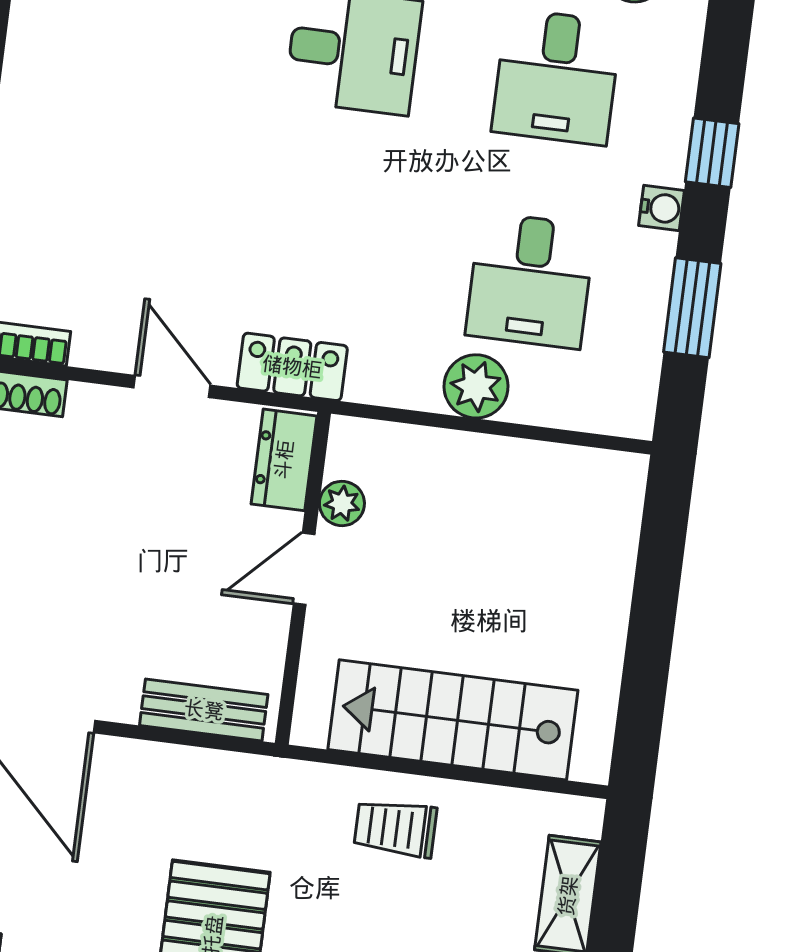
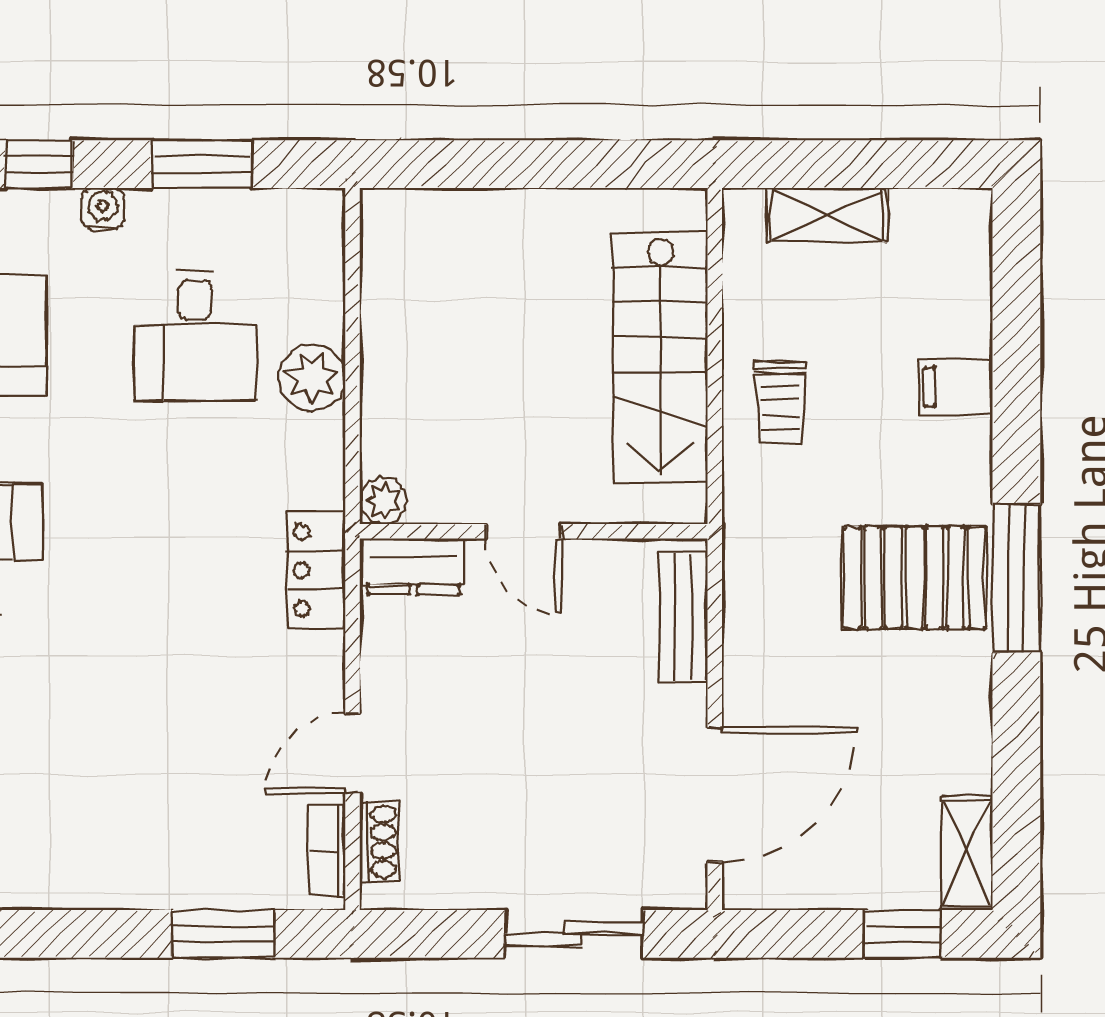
desk: (530, 280) -> (195, 335), turned 90
door: (172, 386) -> (352, 753), moved
plant: (342, 504) -> (383, 501), moved

